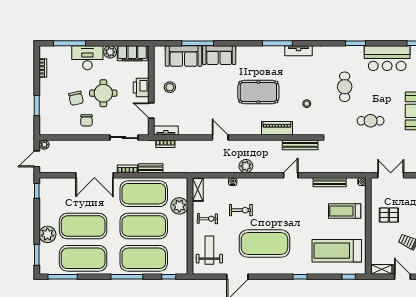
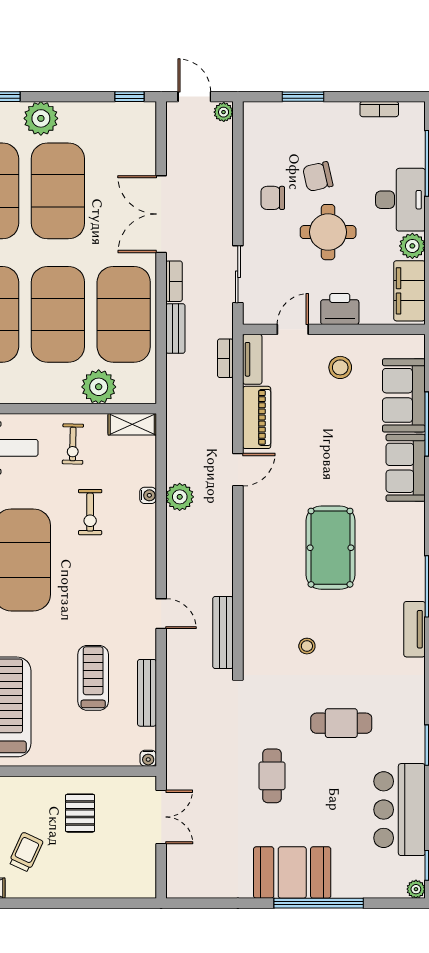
piano: (277, 128) -> (257, 417), moved
plant: (246, 166) -> (180, 497), moved
treadmill: (345, 211) -> (93, 678), moved

